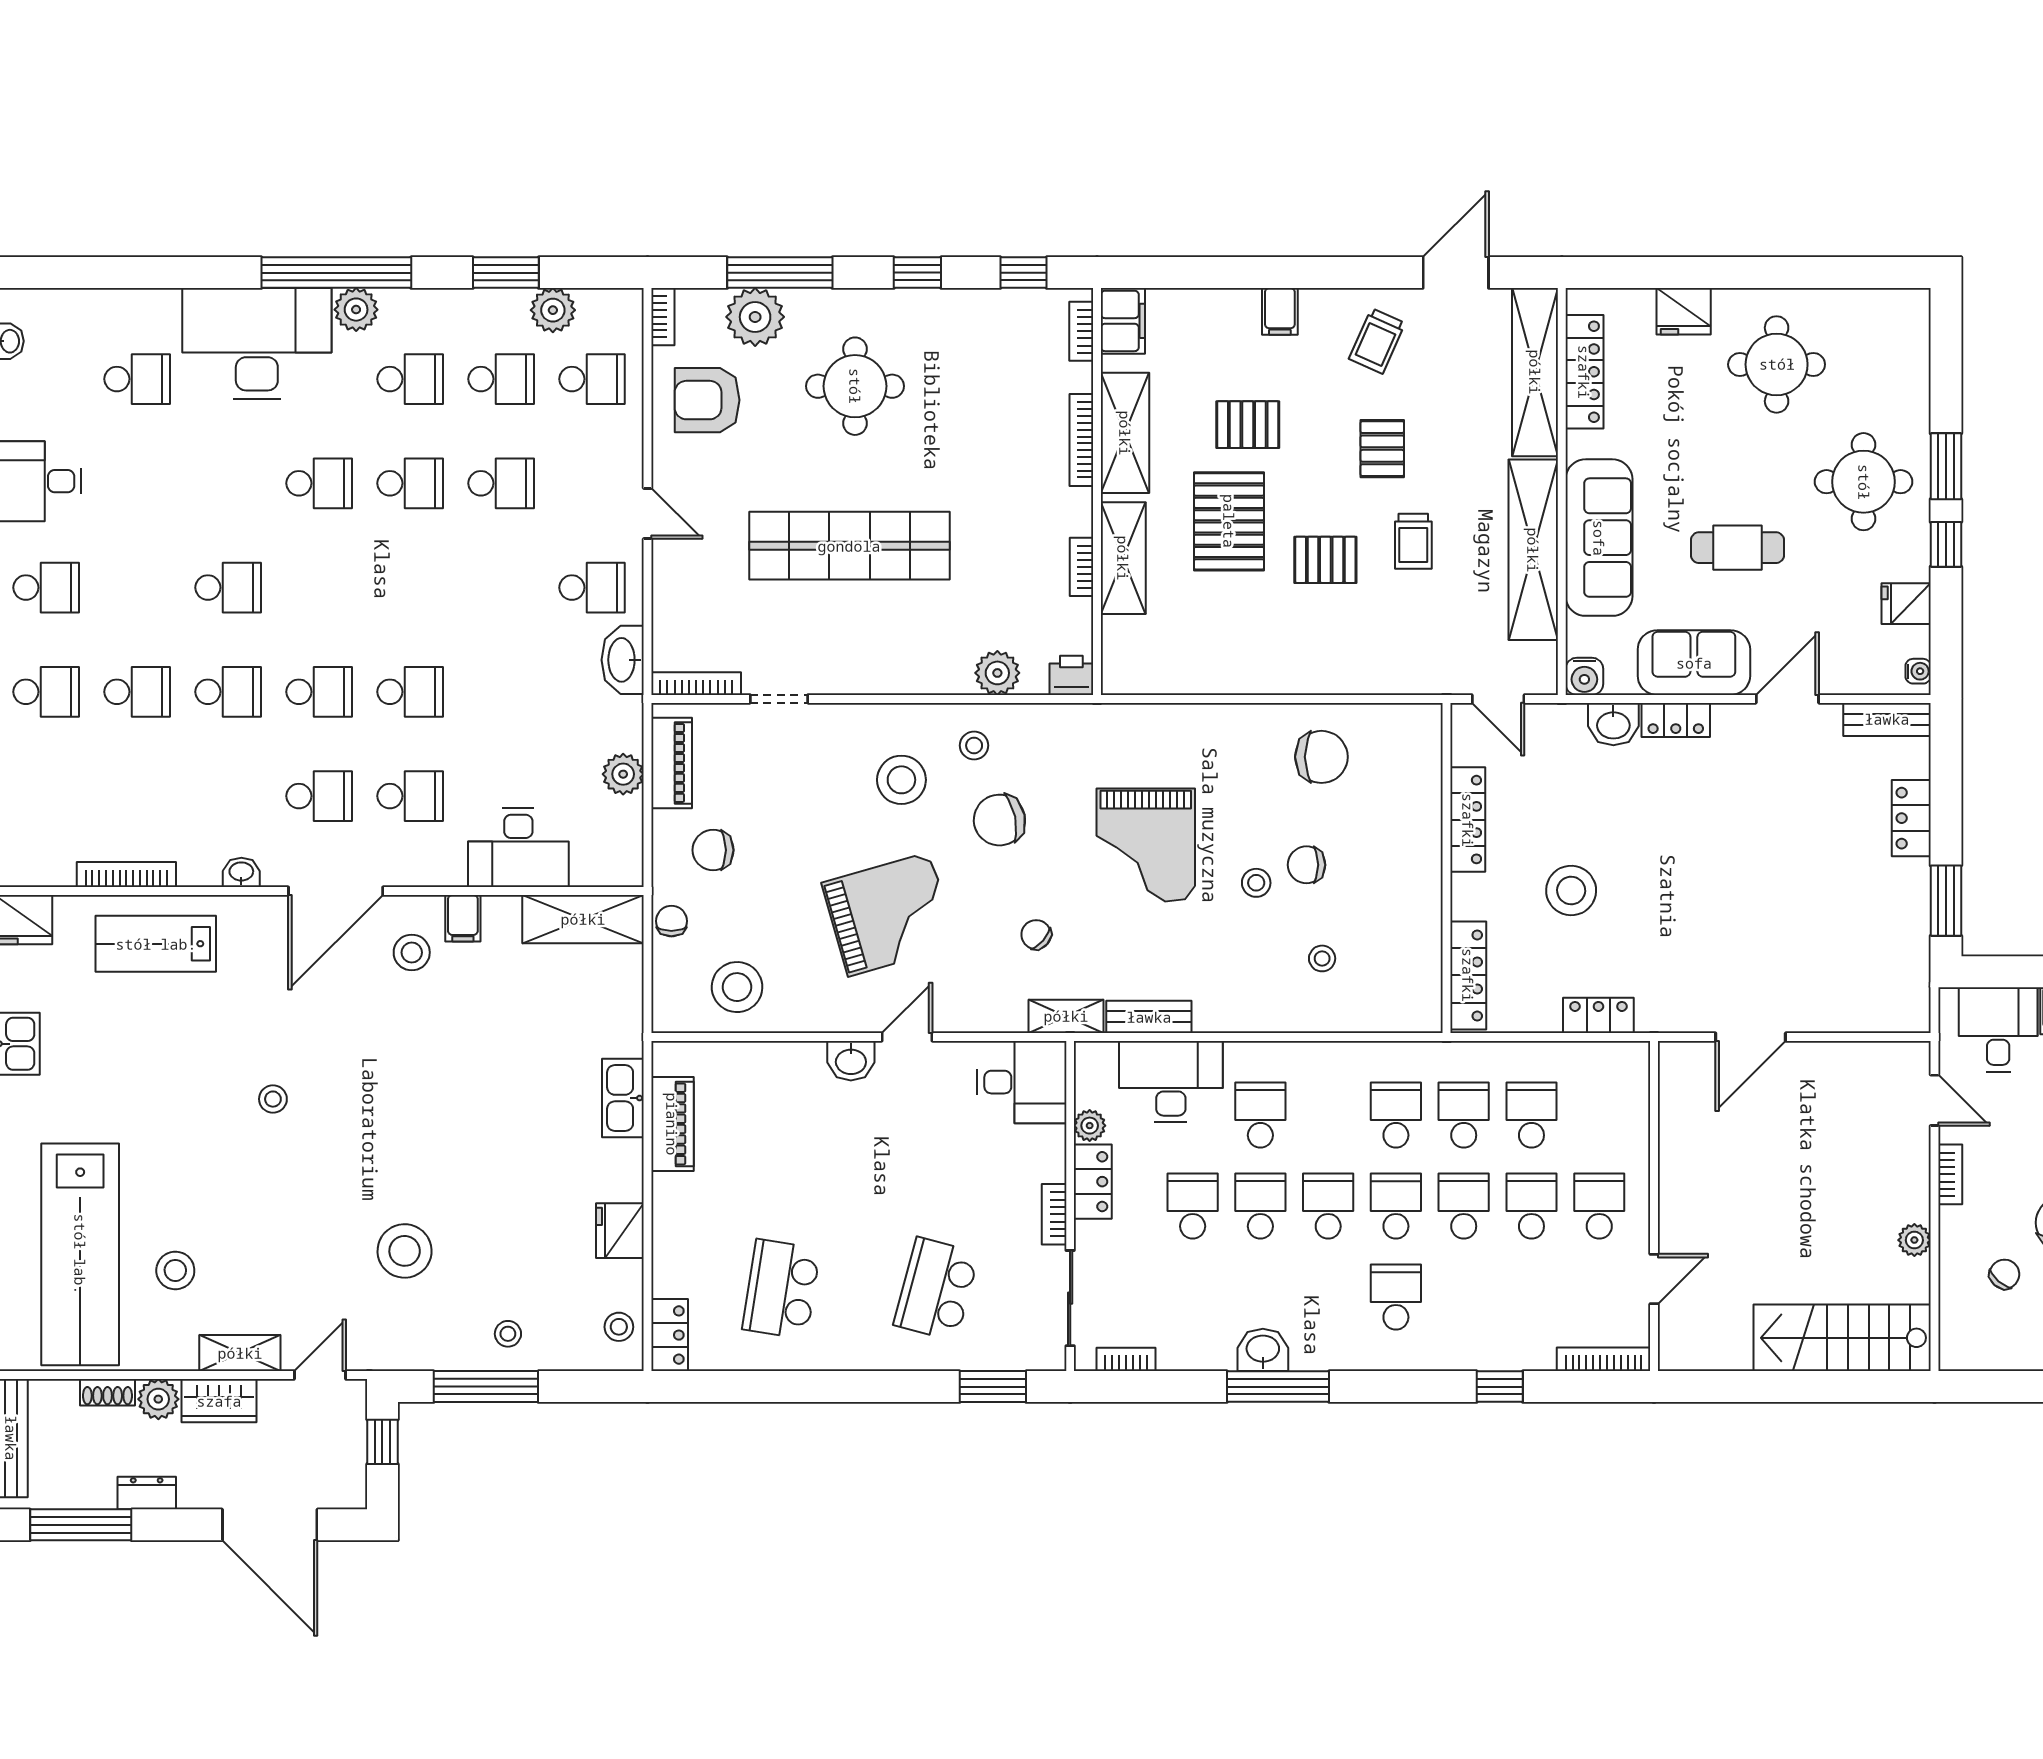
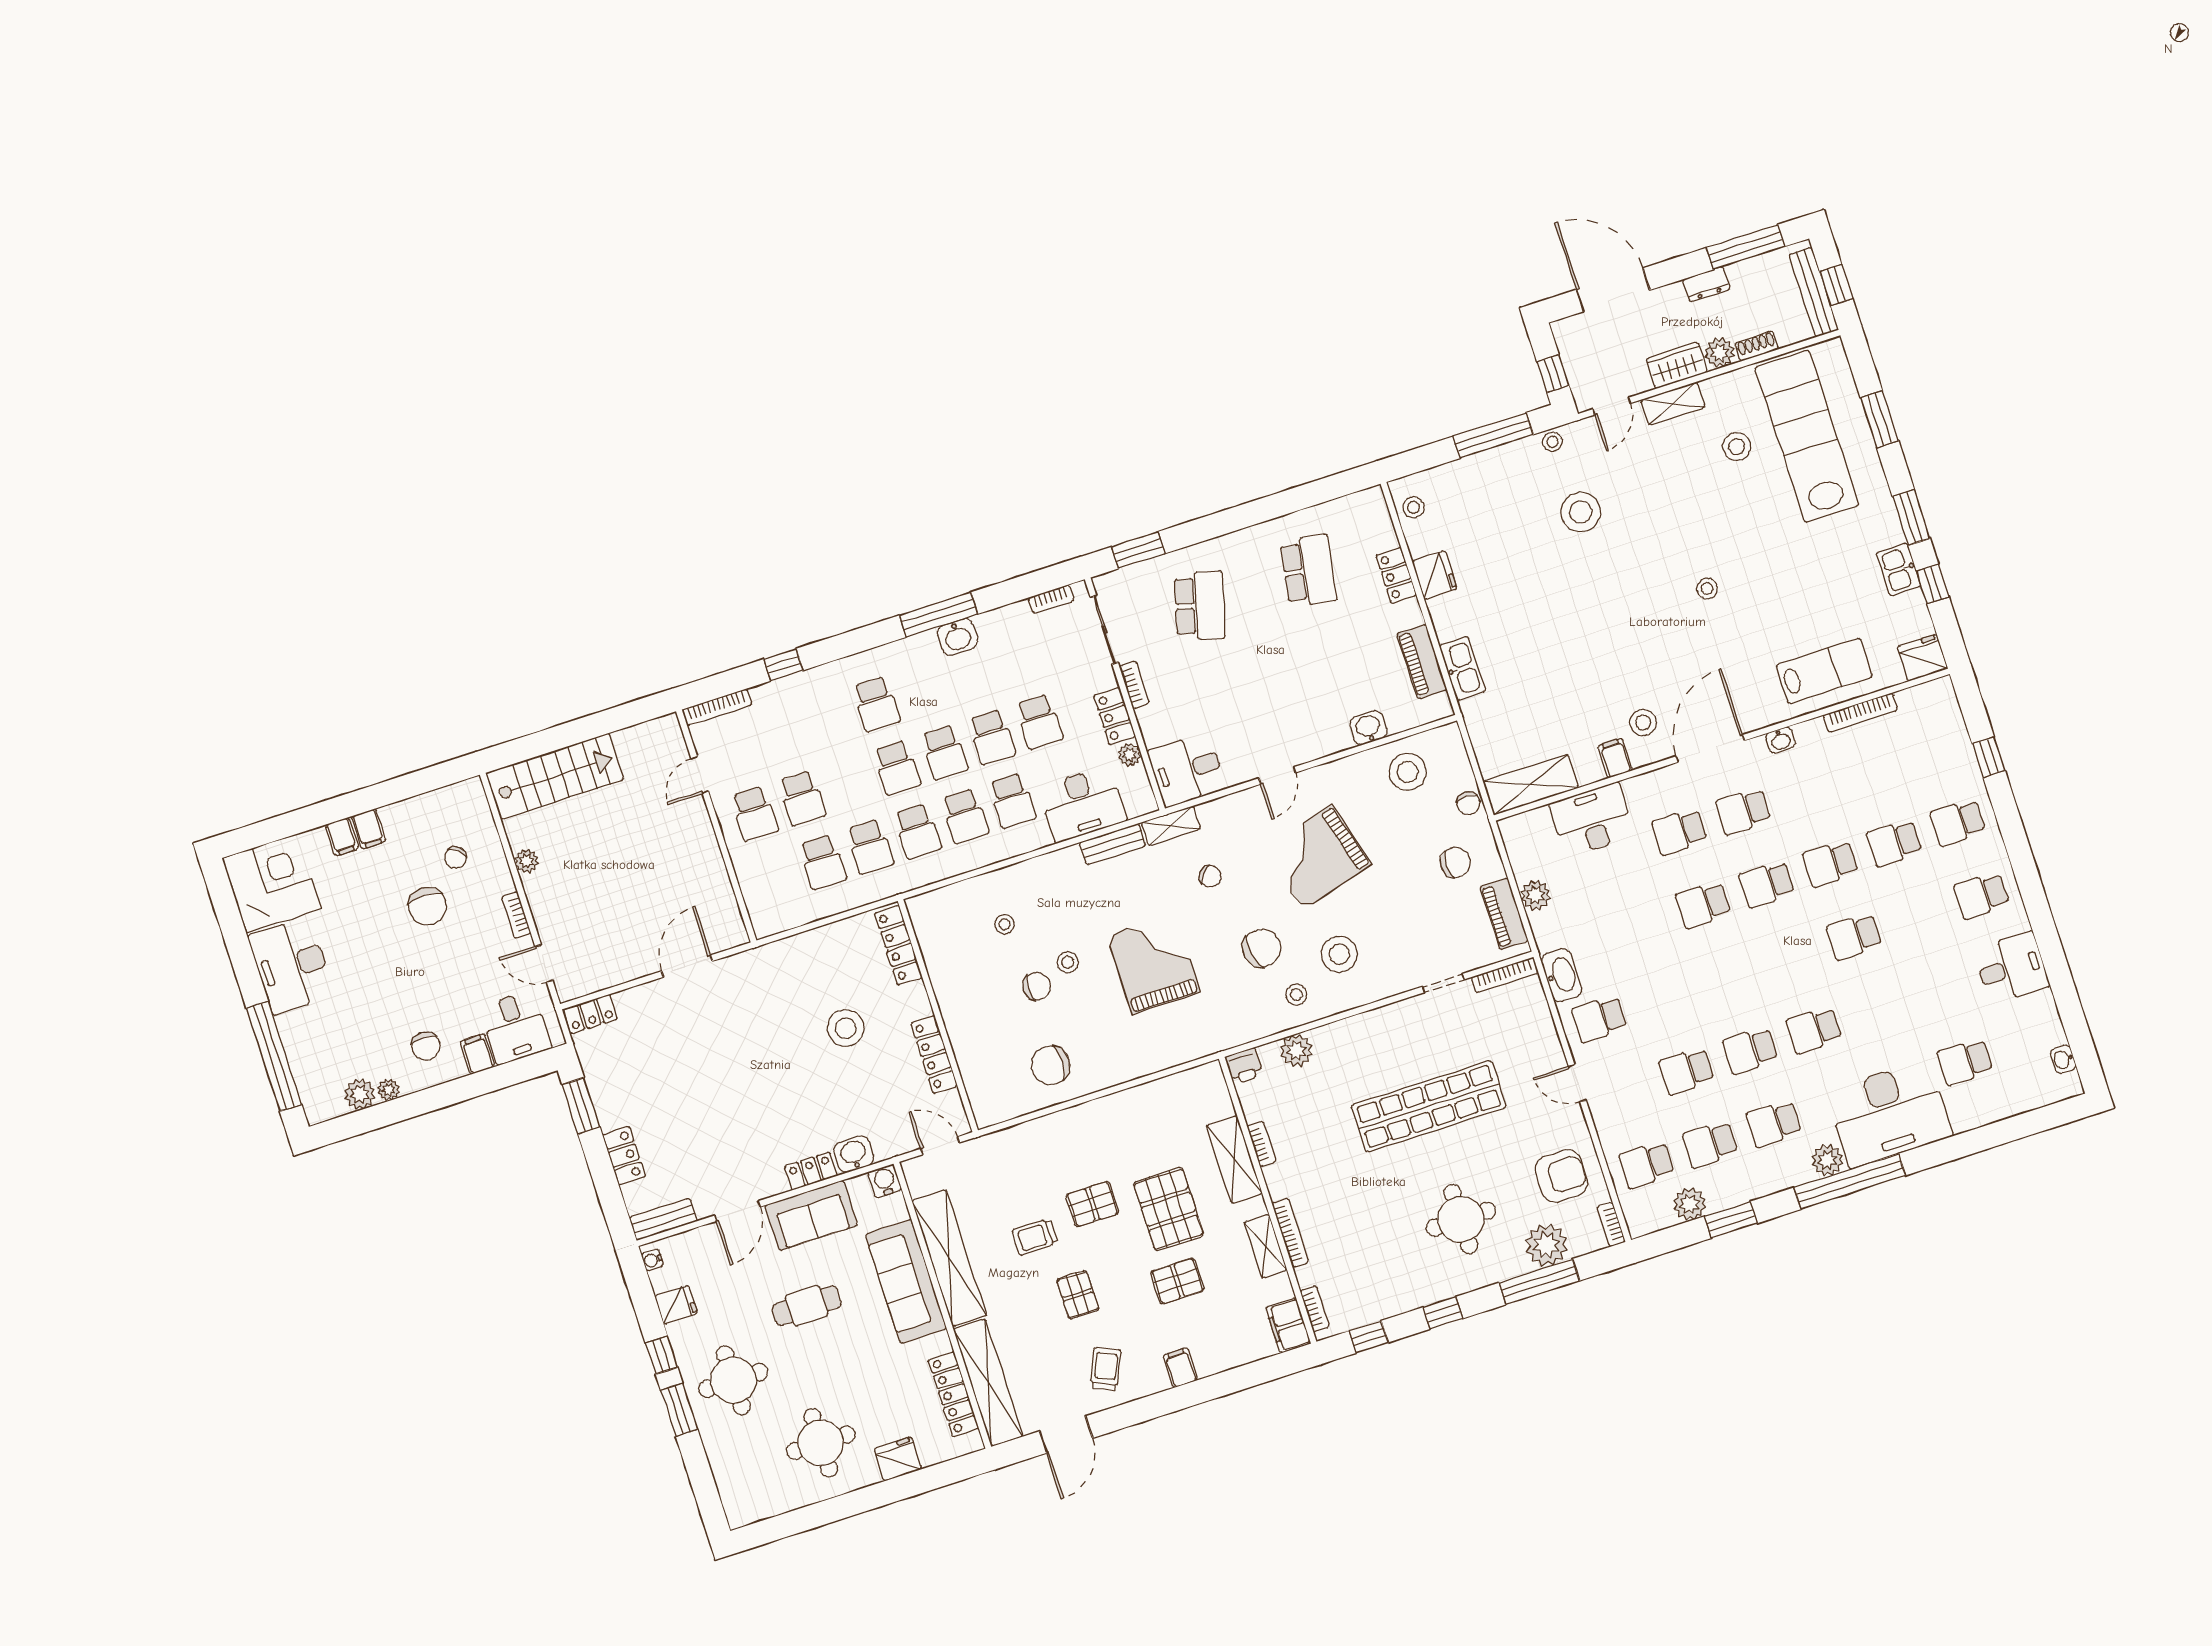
shelving: (1125, 433) -> (1266, 1246), width x0.67, depth x0.75
trolley: (1413, 541) -> (1035, 1237), turned -90
locker: (1598, 1015) -> (590, 1014), moved
washbasin: (851, 1061) -> (1368, 728), moved
school desk: (1464, 1206) -> (965, 816), moved
stool: (508, 1334) -> (1552, 442), moved
locker: (670, 1335) -> (1396, 575), moved

